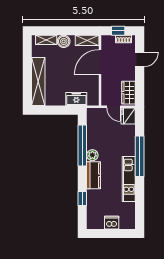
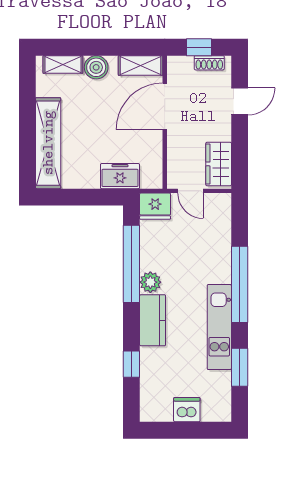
fridge: (128, 116) -> (155, 206), moved, turned -90
window: (140, 200) -> (240, 367), added

